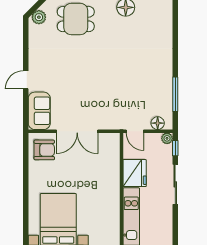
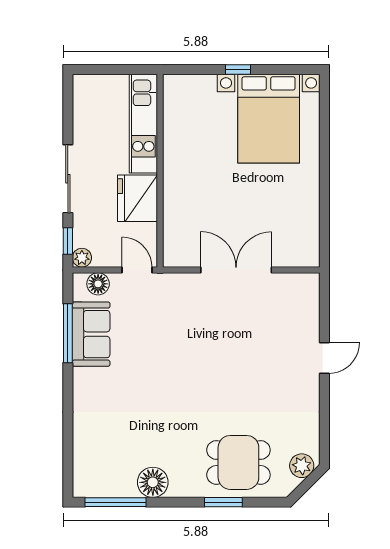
sofa: (39, 111) -> (91, 334), moved, turned 180
armchair: (44, 150) -> (293, 238), removed

